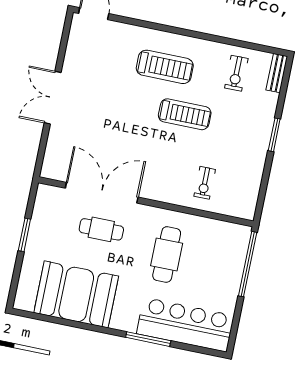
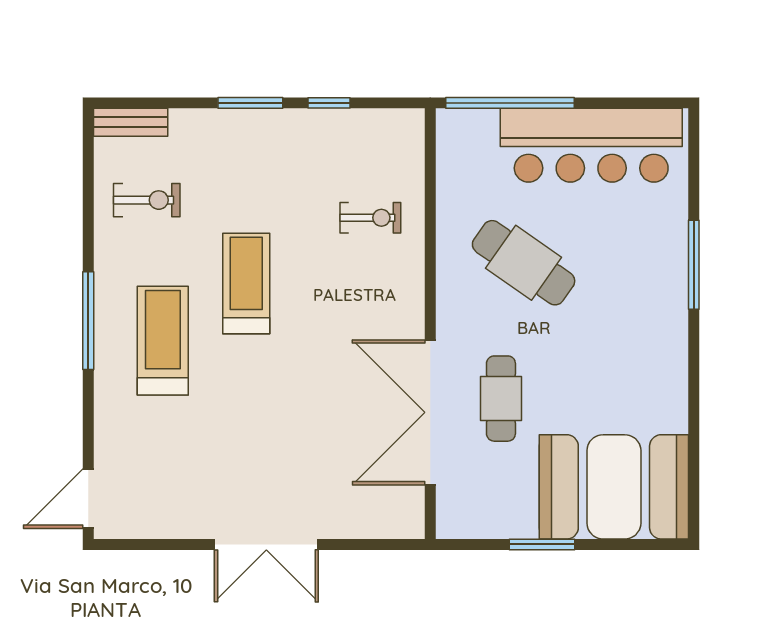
window: (182, 32) -> (88, 321), added
window: (266, 174) -> (329, 103), added
cafe table: (167, 254) -> (524, 263), turned 35
booth: (76, 294) -> (614, 487), moved, turned 90
bar counter: (185, 325) -> (591, 145), moved, turned -90

